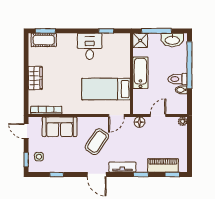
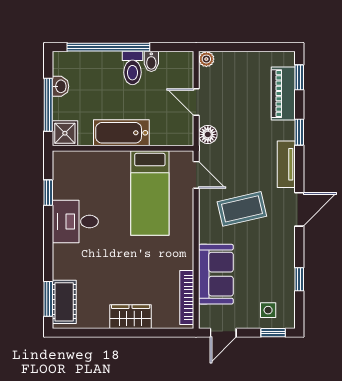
washbasin: (172, 40) -> (60, 86), width x0.52, depth x0.69
coffee table: (97, 142) -> (242, 209), turned -47

